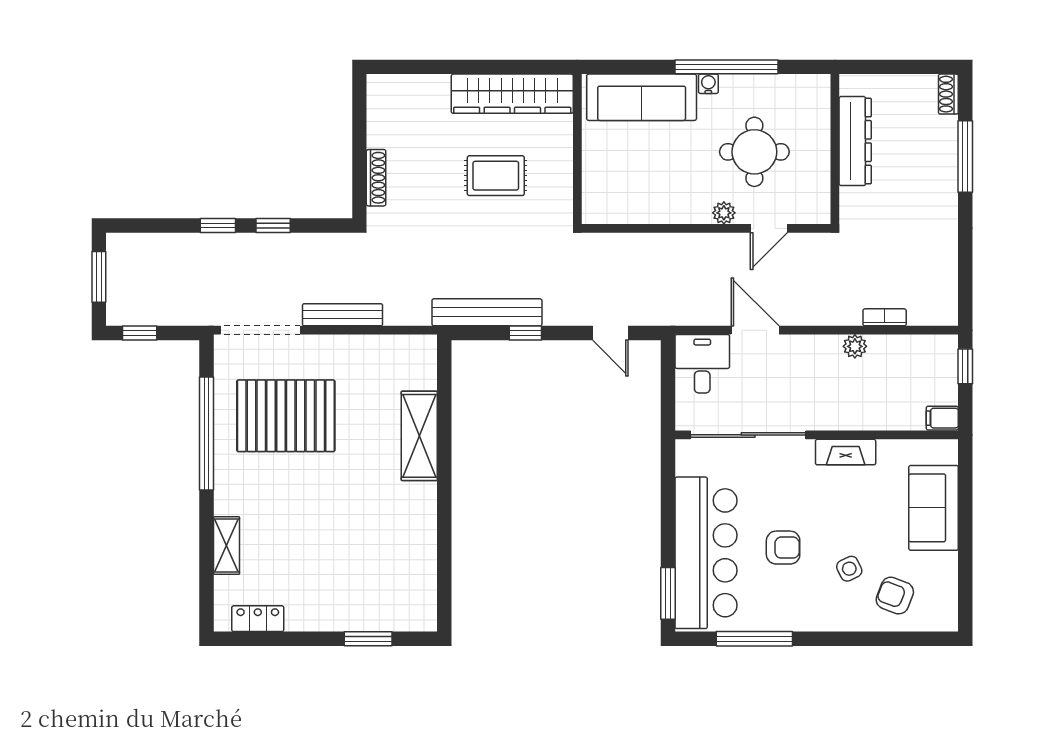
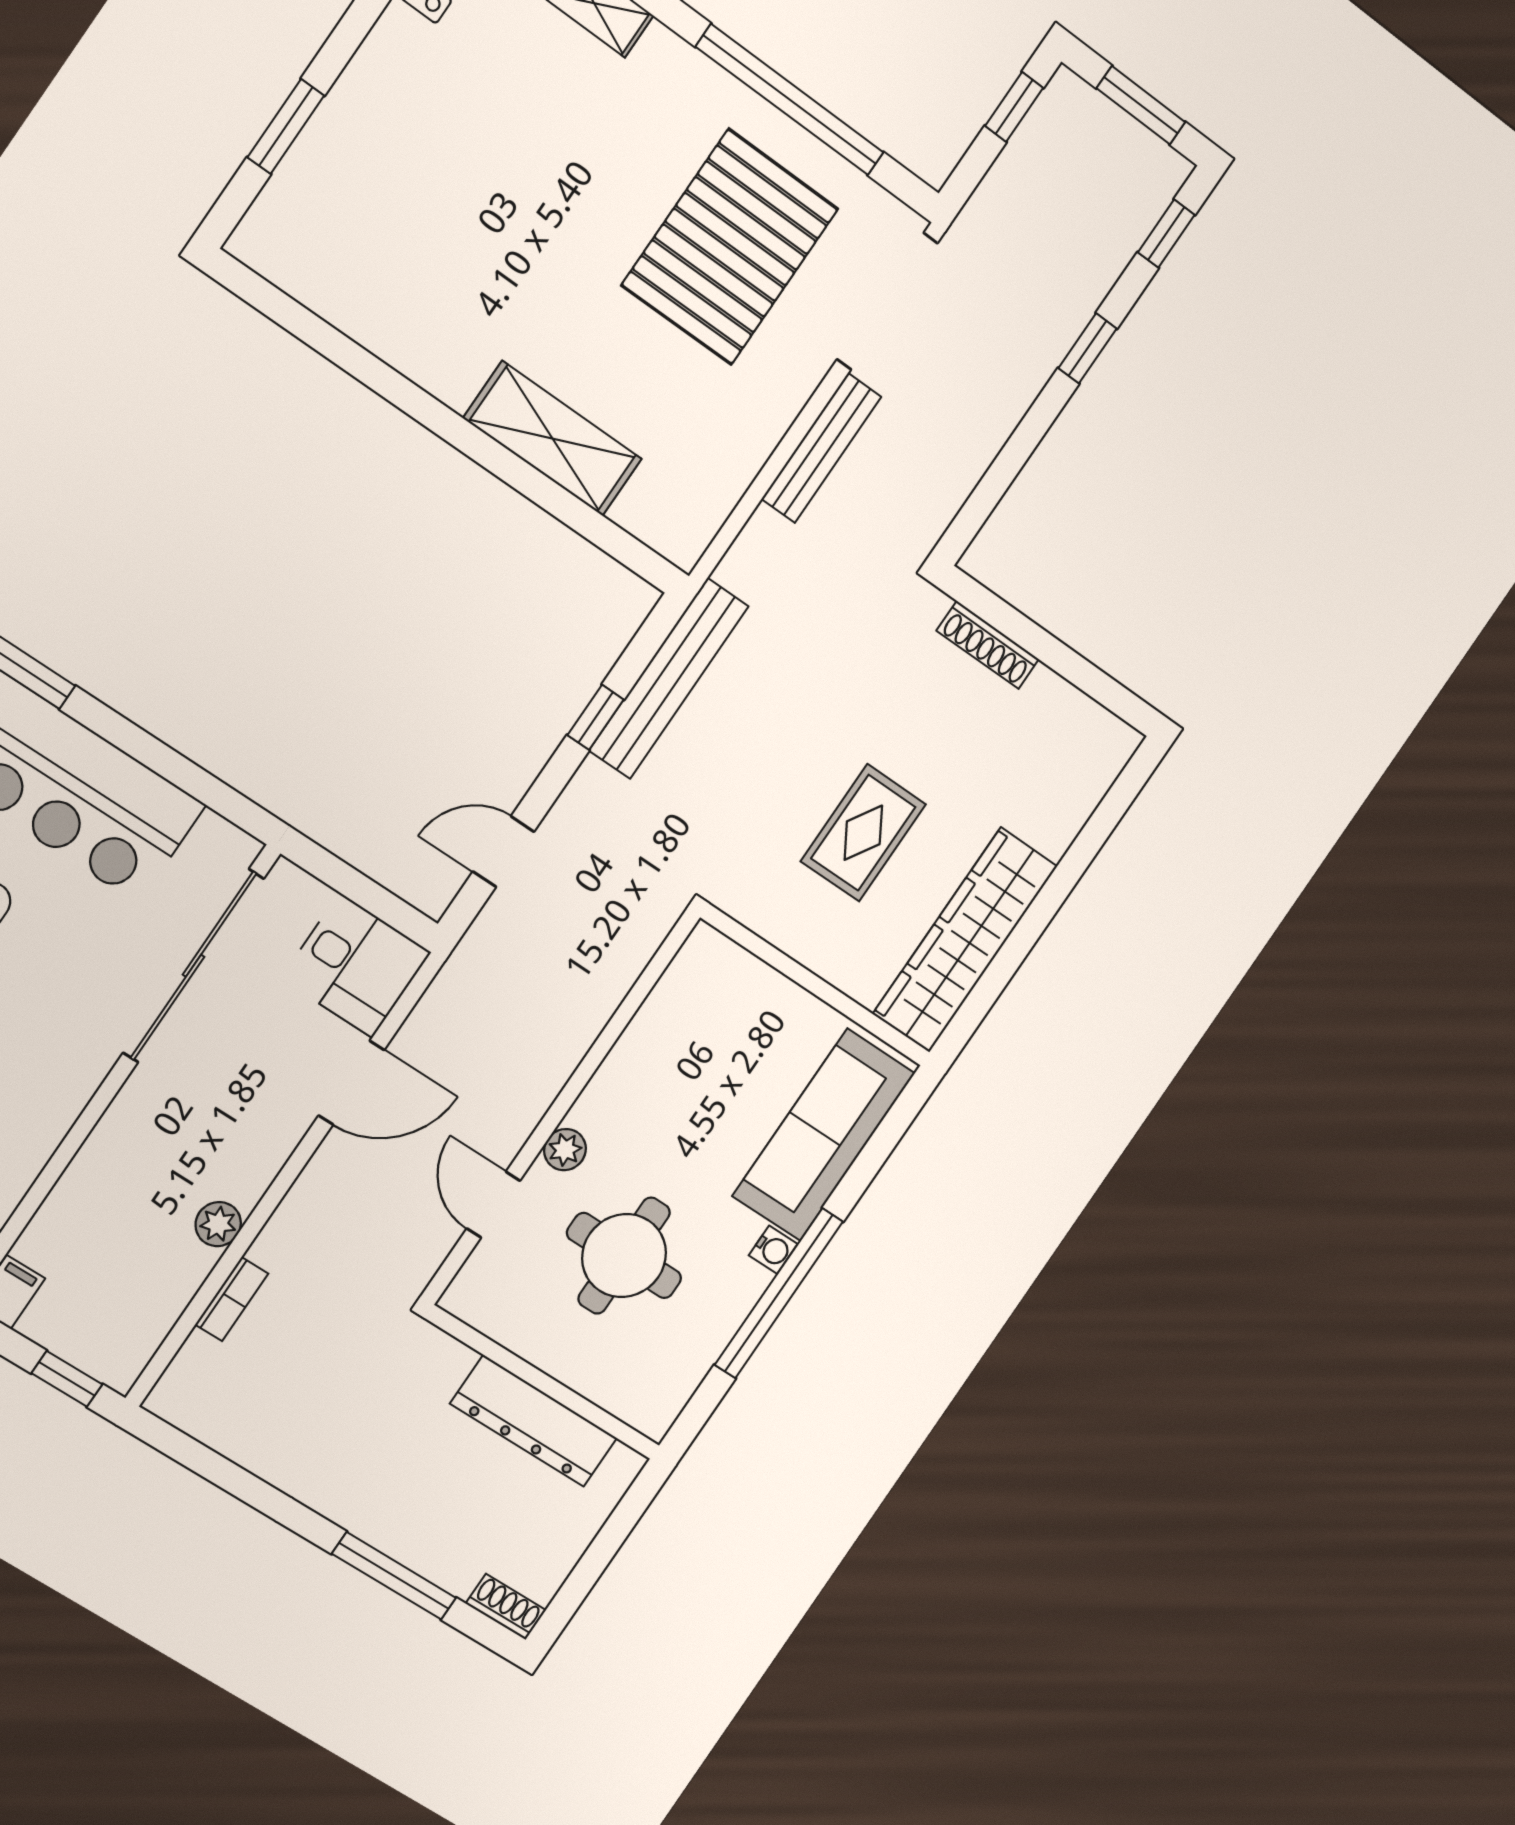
window: (273, 225) -> (1166, 234), moved
fireplace: (846, 452) -> (59, 1104), removed

